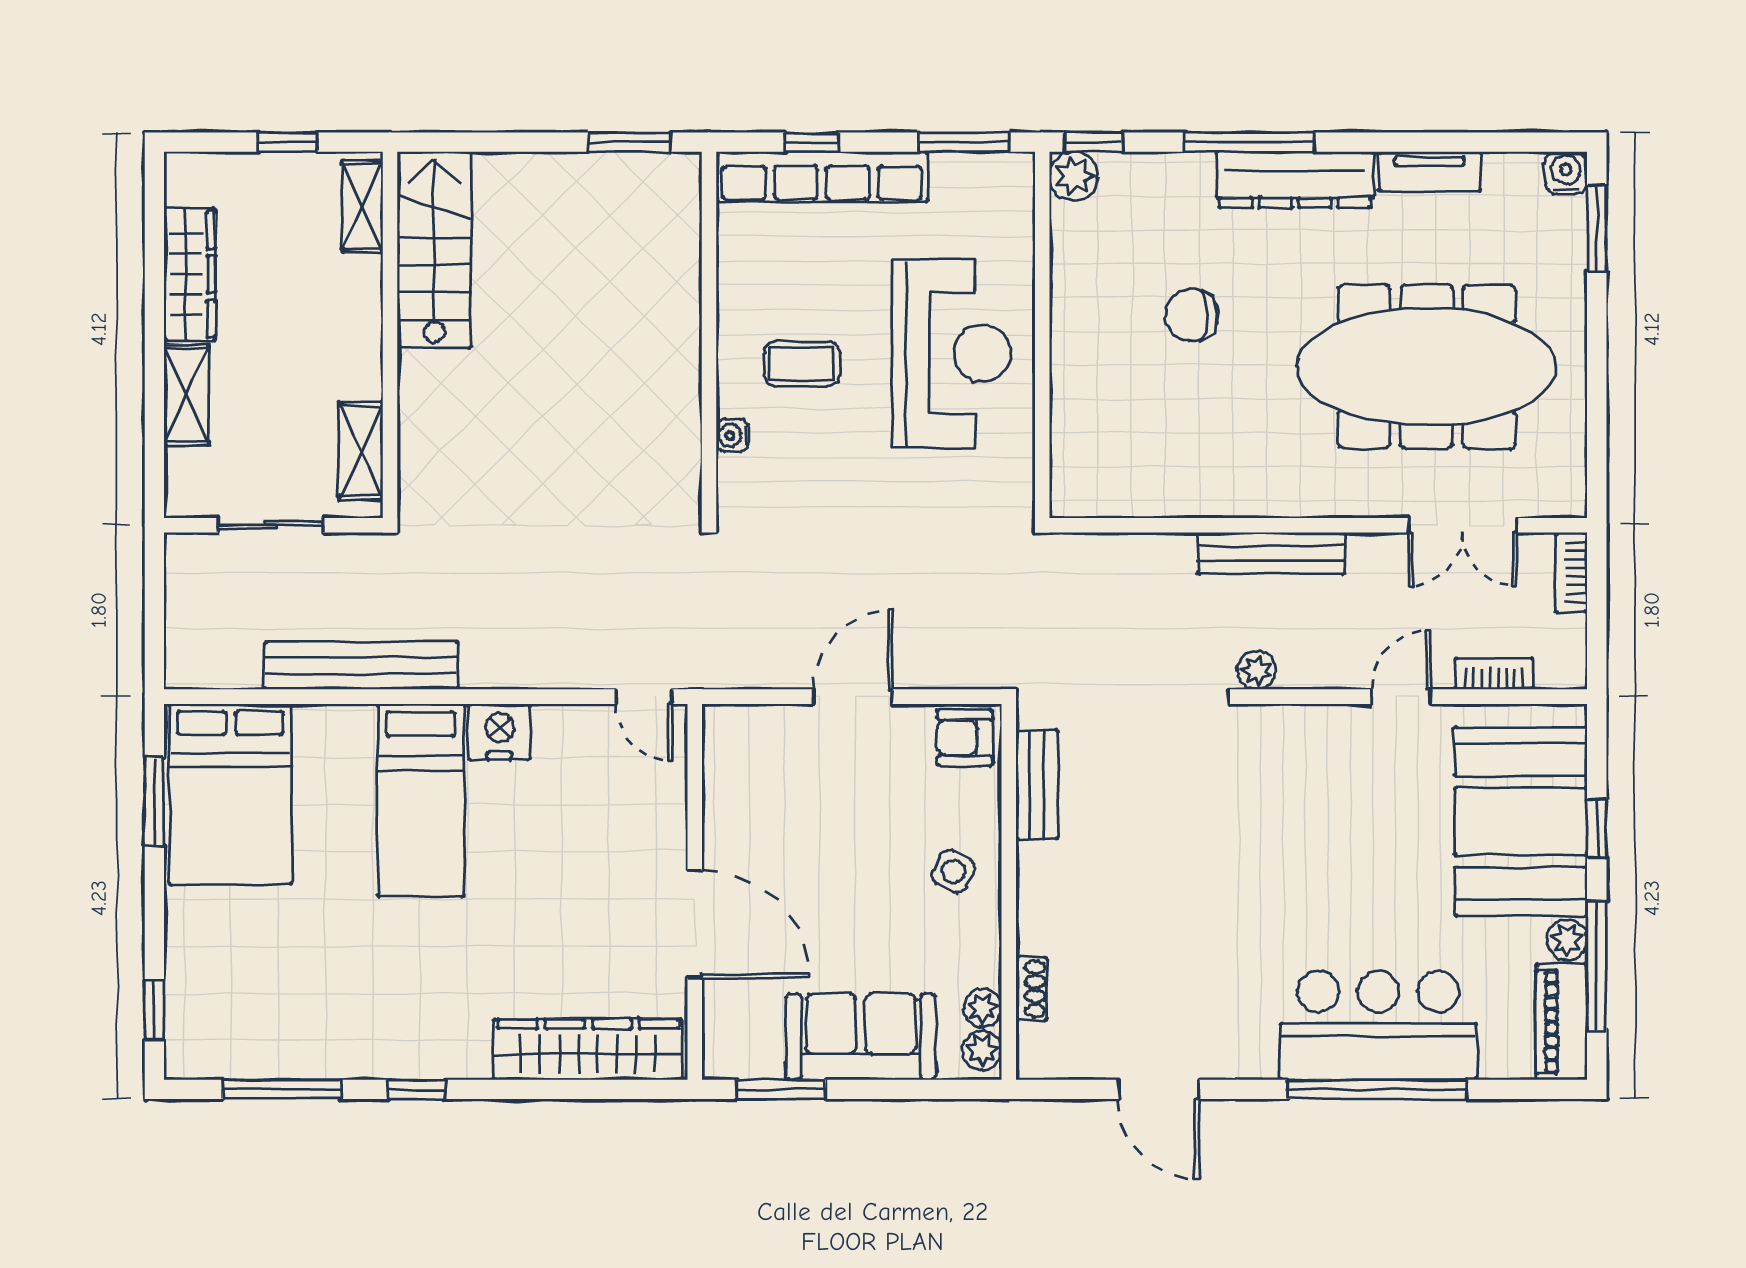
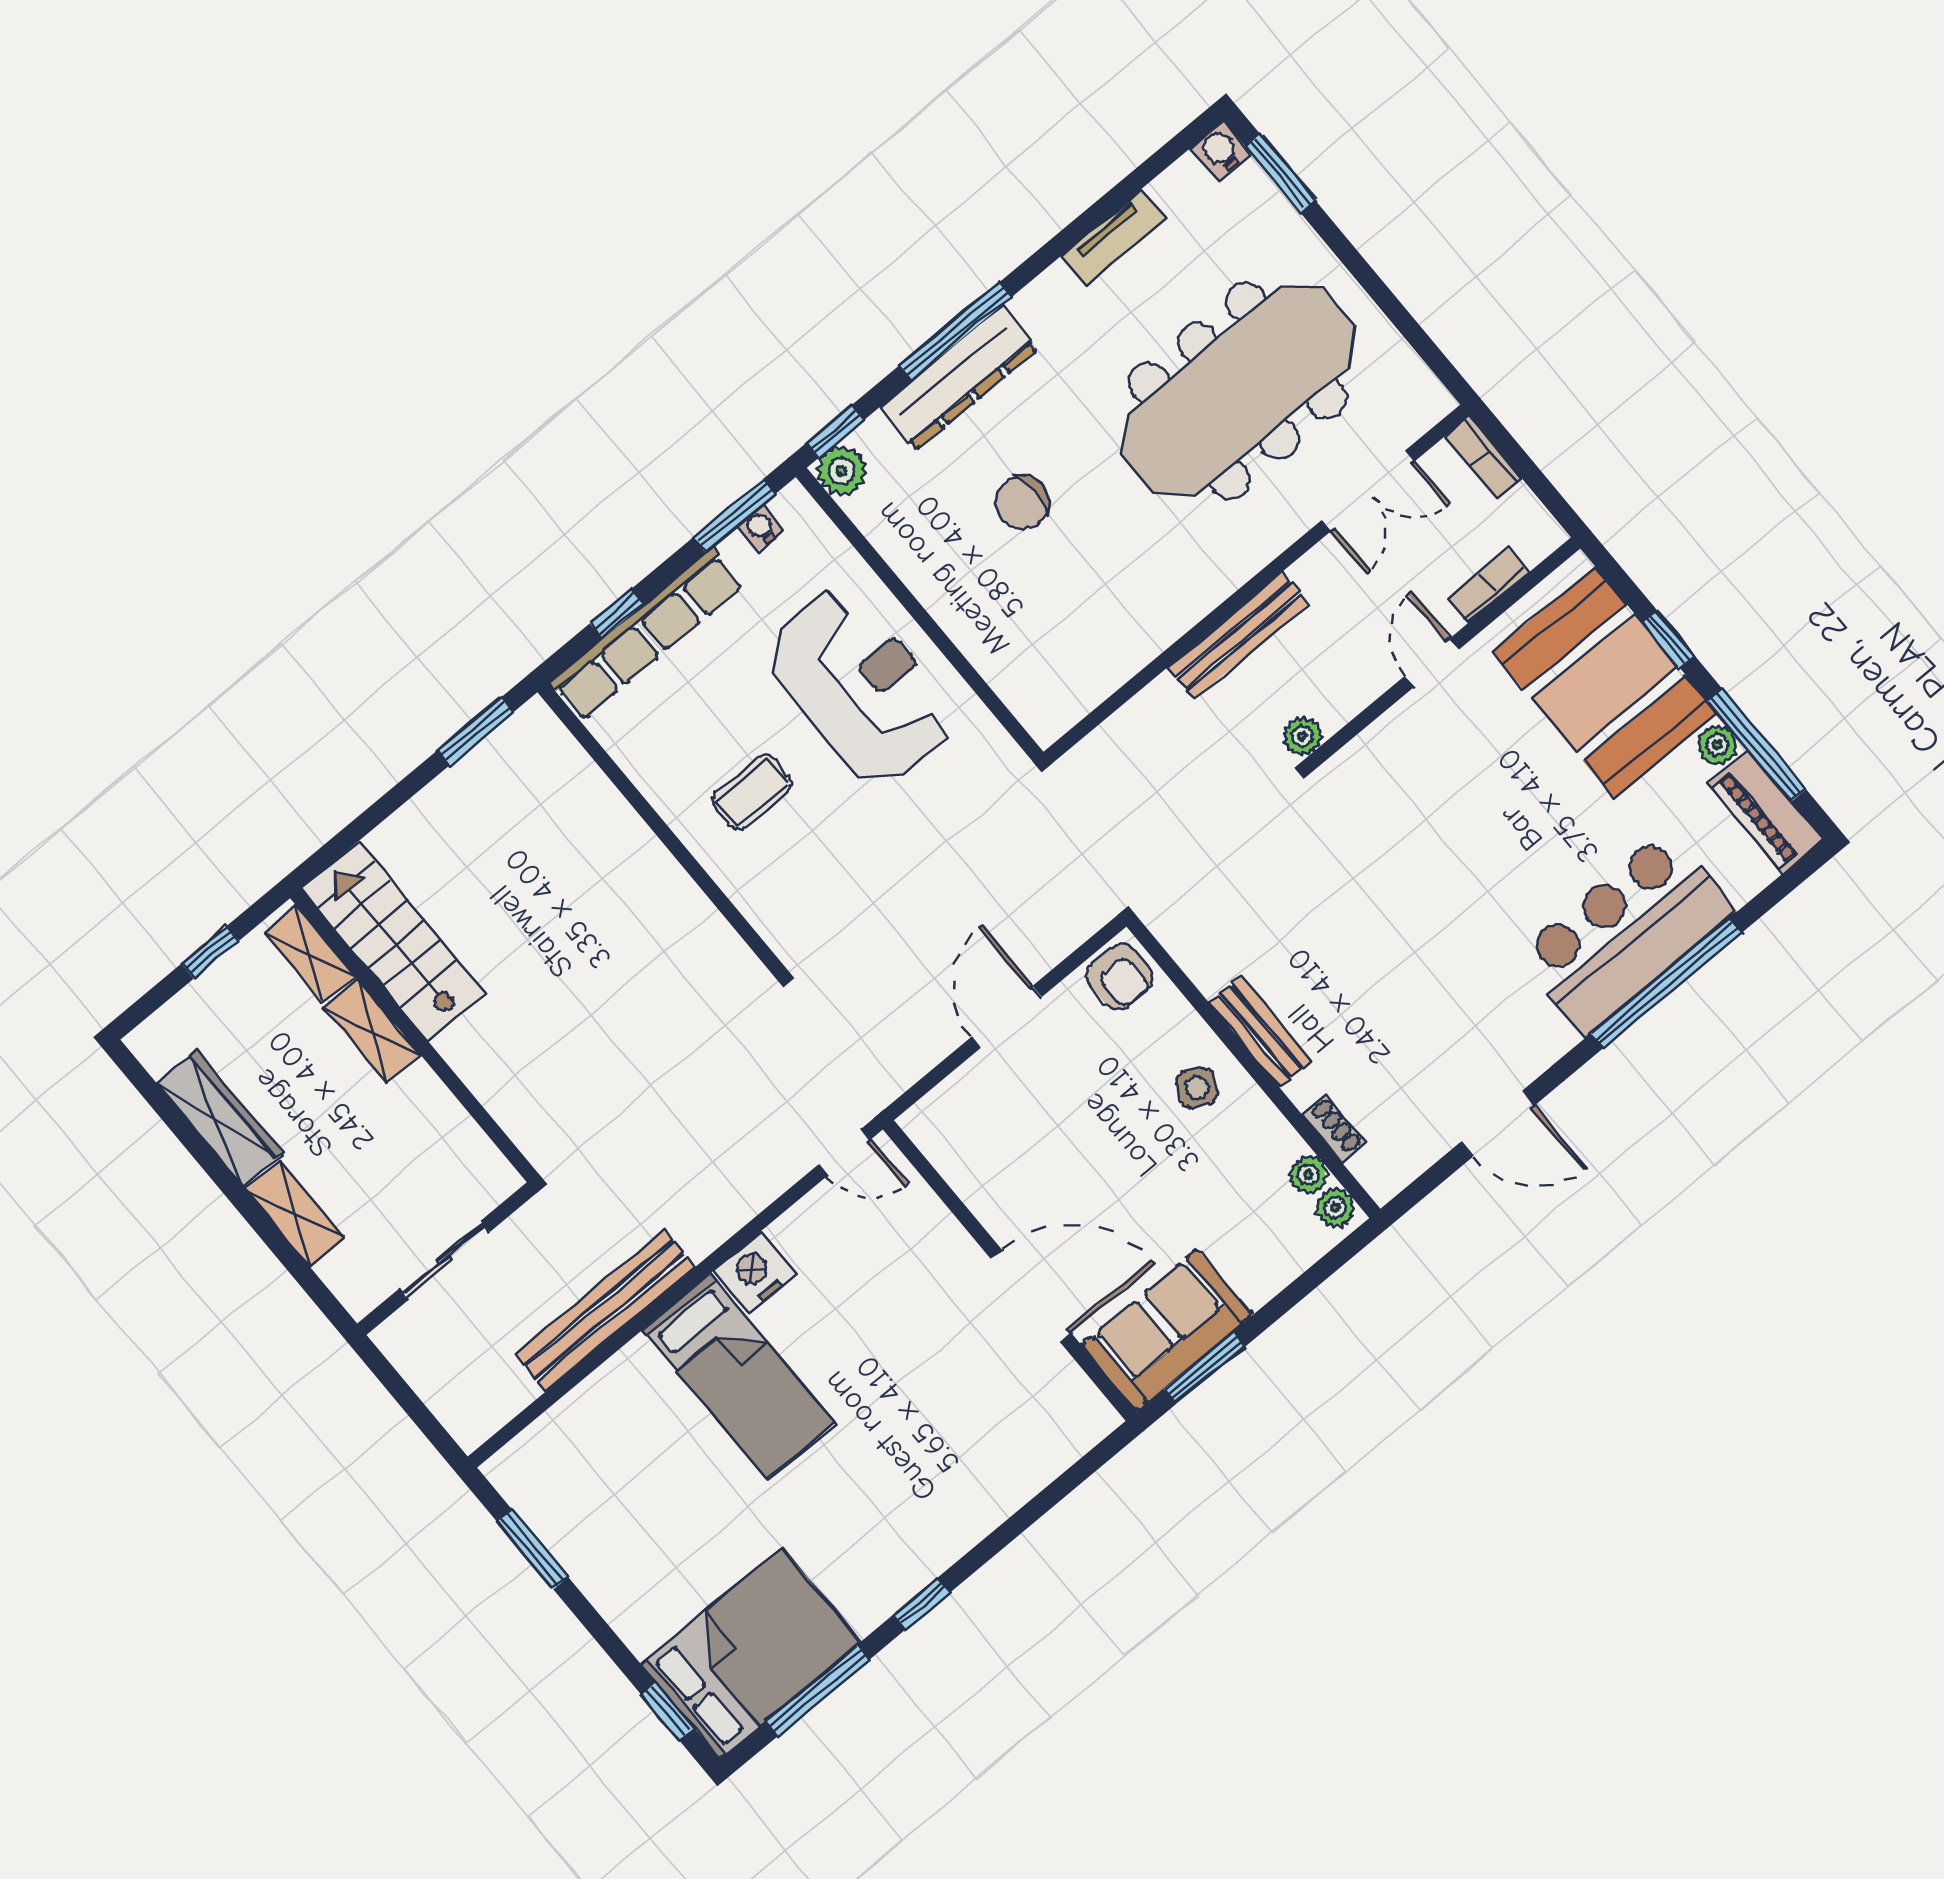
dresser: (1295, 180) -> (958, 378), moved
water cooler: (732, 435) -> (761, 527), moved, turned 90
shelving: (361, 451) -> (372, 1031), moved
armchair: (965, 738) -> (1120, 977), turned -90
bench: (1037, 785) -> (1260, 1031), moved
bed: (230, 794) -> (751, 1653), moved, turned -90
sofa: (861, 1037) -> (1167, 1330), moved
wardrobe: (588, 1049) -> (1029, 1462), removed

